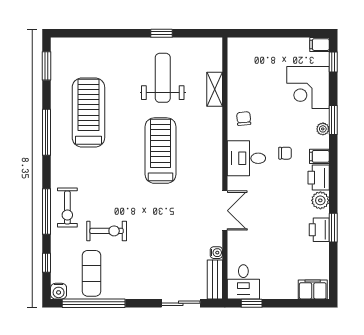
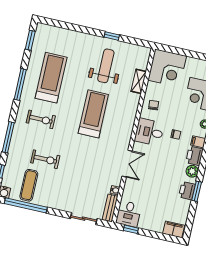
corner desk: (251, 61) -> (167, 68), added
exercise bike: (67, 207) -> (41, 119), moved, turned -90

